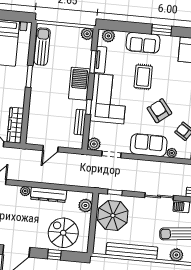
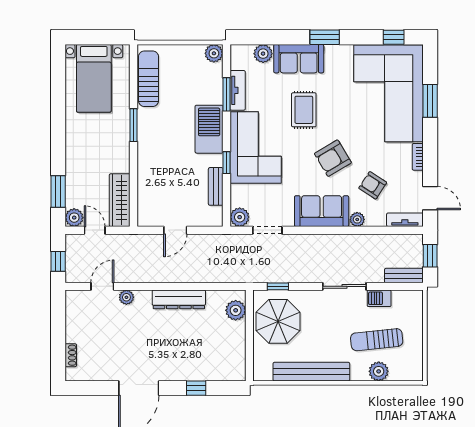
plant: (108, 36) -> (263, 54), moved
armchair: (159, 111) -> (333, 158), turned -83
plant: (25, 191) -> (126, 297), moved
spiral stairs: (63, 233) -> (206, 354), removed

